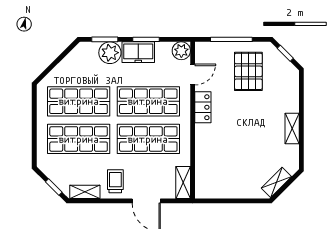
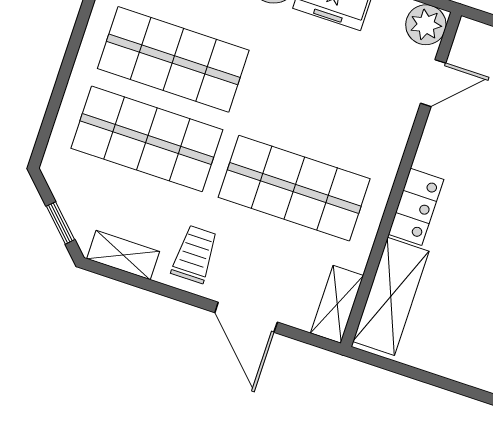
shop shelf: (148, 101) -> (321, 108), removed
locker: (203, 107) -> (416, 207), moved
shelving: (205, 171) -> (391, 296), added

